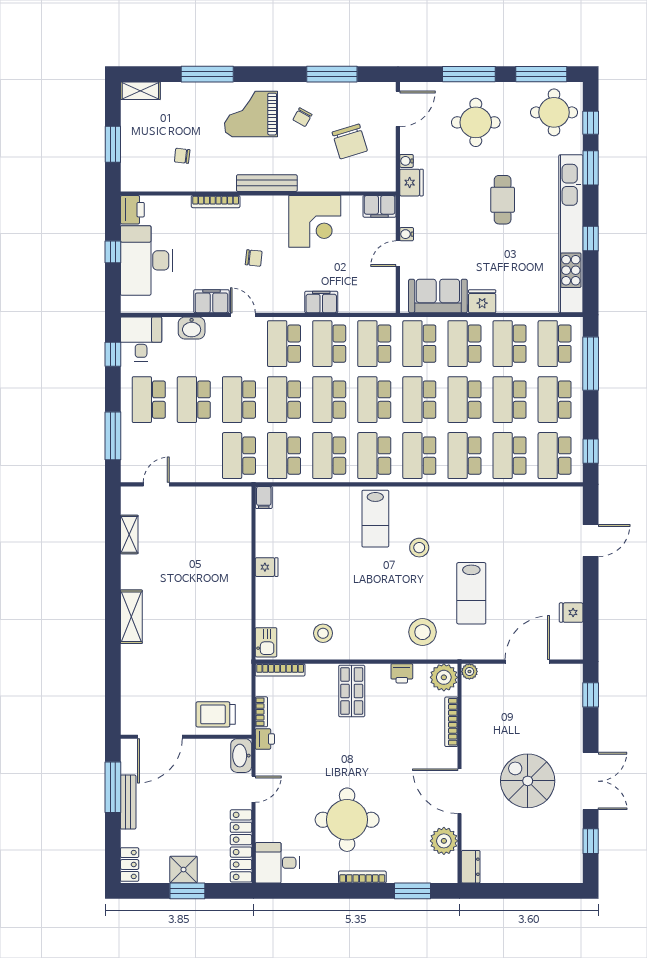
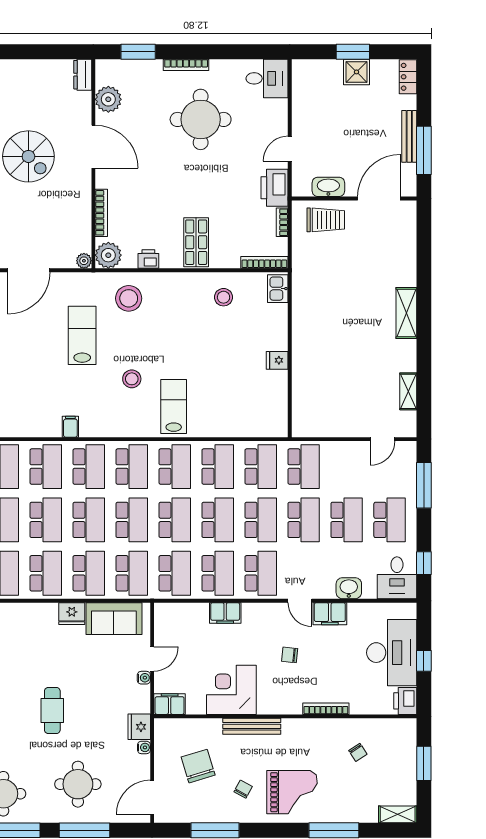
chair: (182, 156) -> (358, 752), turned 51
bench: (267, 183) -> (252, 726), moved
filing cabinet: (264, 497) -> (70, 427), moved
printer: (265, 739) -> (275, 188), width x1.87, depth x1.48
washbasin: (241, 756) -> (328, 187), moved, turned -90
locker: (241, 846) -> (302, 95), removed

